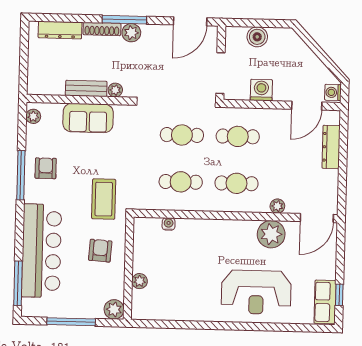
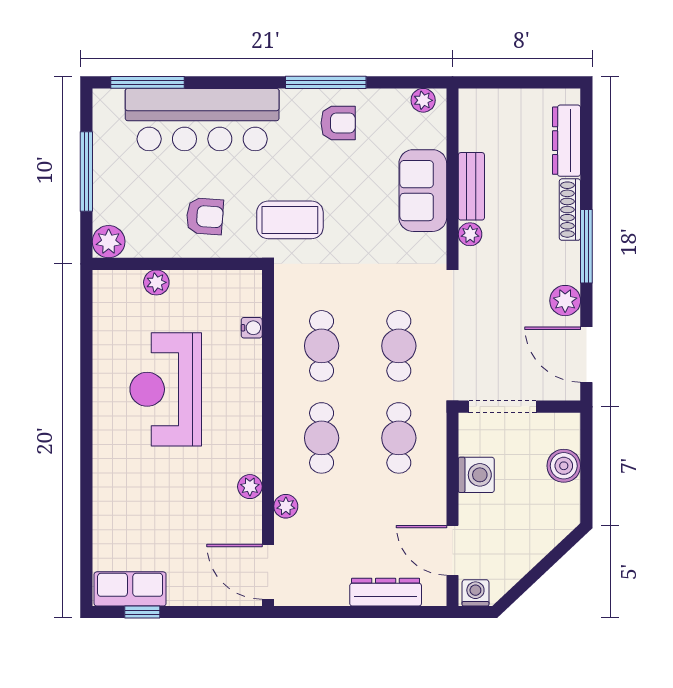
plant: (131, 33) -> (565, 301), moved
plant: (271, 234) -> (250, 487), width x0.53, depth x0.53
reception desk: (256, 292) -> (166, 389), moved

